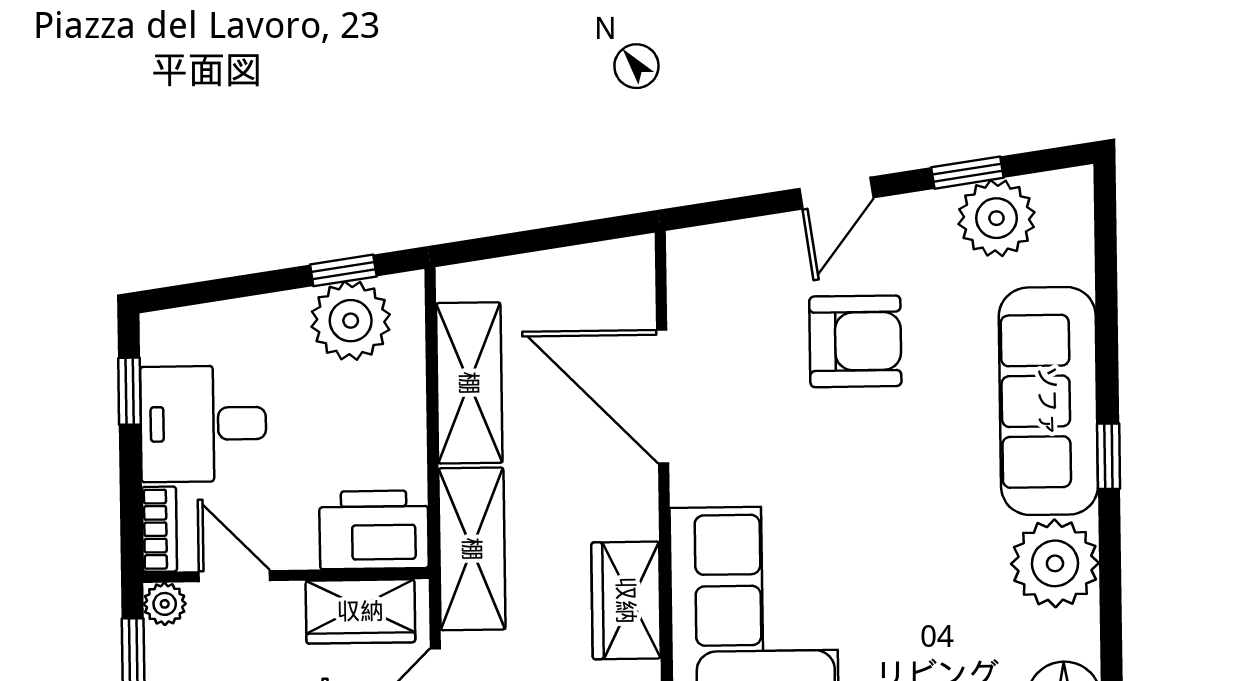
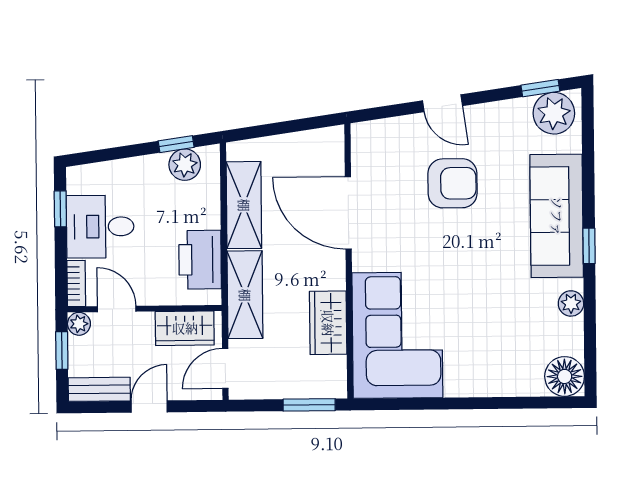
window: (967, 173) -> (540, 88), moved
door: (836, 193) -> (442, 103), hinge flipped
plant: (996, 218) -> (554, 113), moved
plant: (351, 321) -> (185, 165), width x0.73, depth x0.73
printer: (374, 530) -> (200, 260), moved, turned -90
plant: (1055, 563) -> (571, 303), width x0.53, depth x0.53

